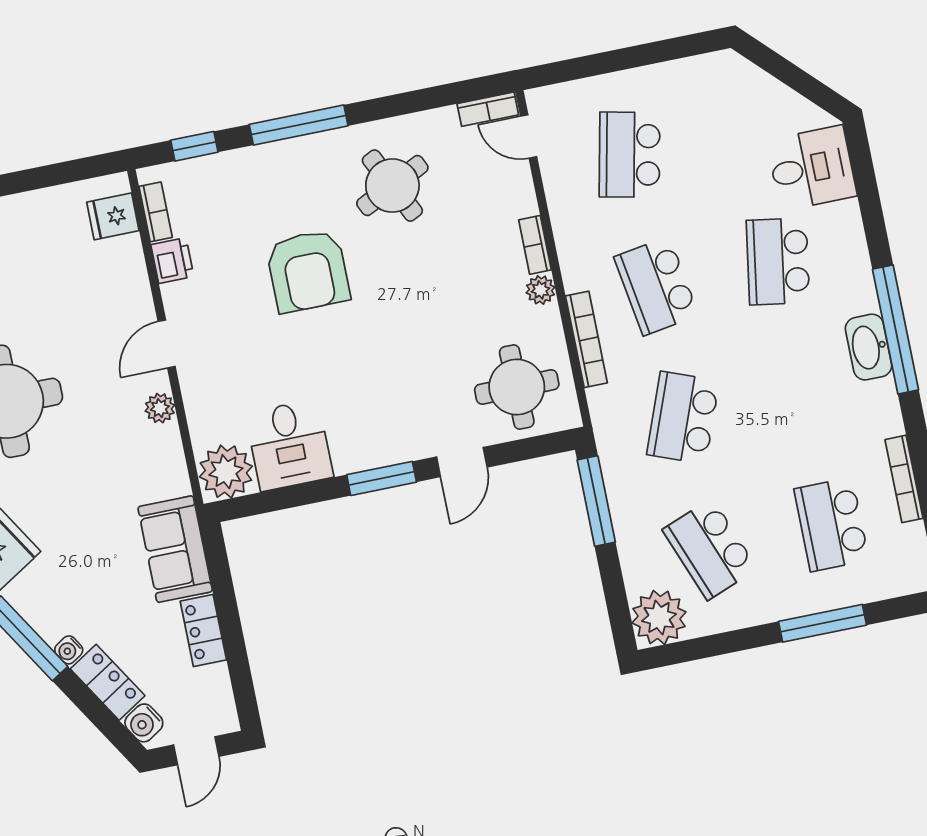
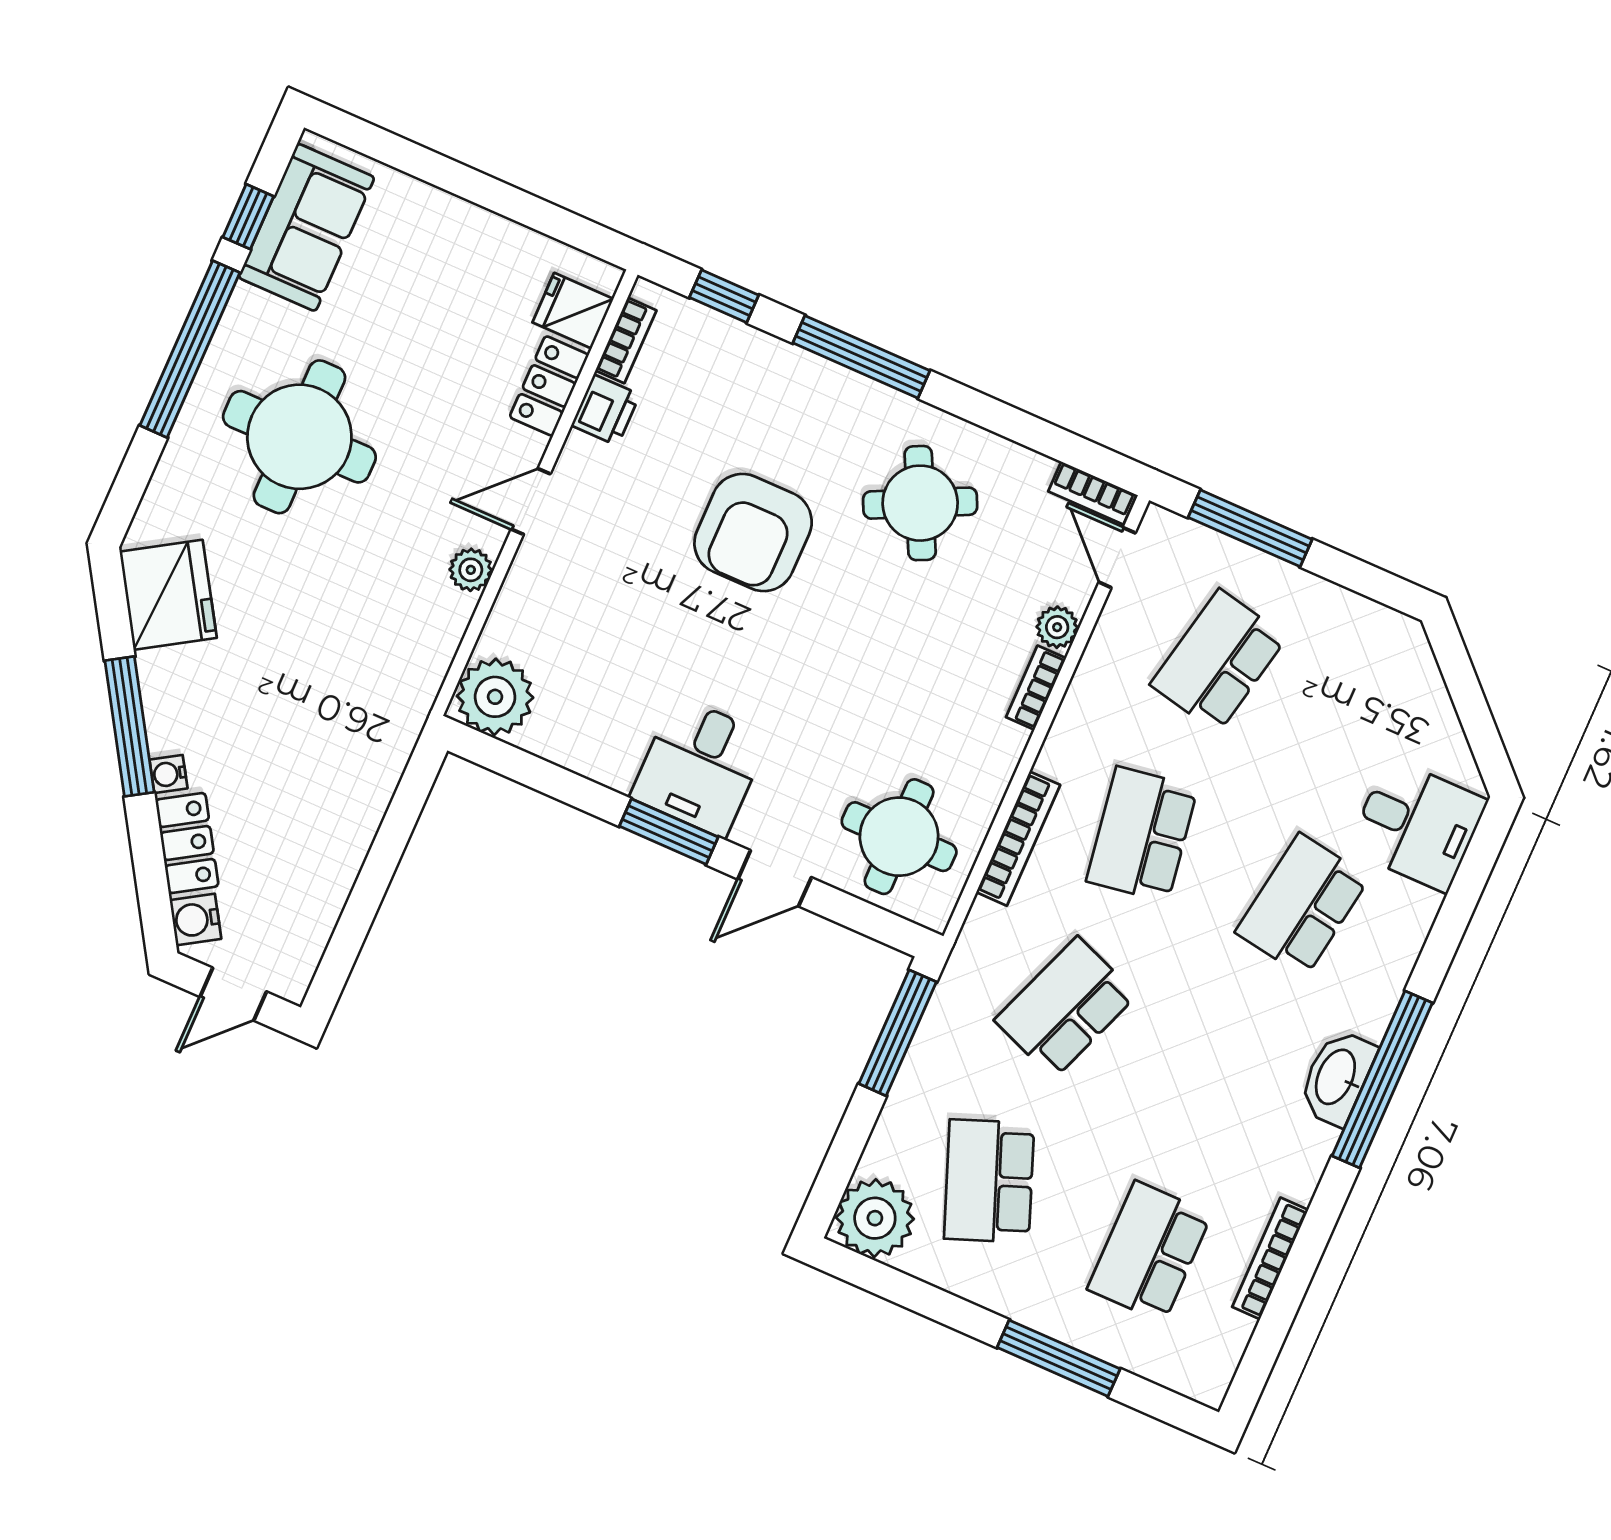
window: (594, 65) -> (1250, 528), added
plant: (540, 290) -> (1057, 627), moved
desk: (289, 445) -> (700, 767), moved
sofa: (175, 549) -> (373, 745), removed
locker: (203, 631) -> (549, 386), moved

